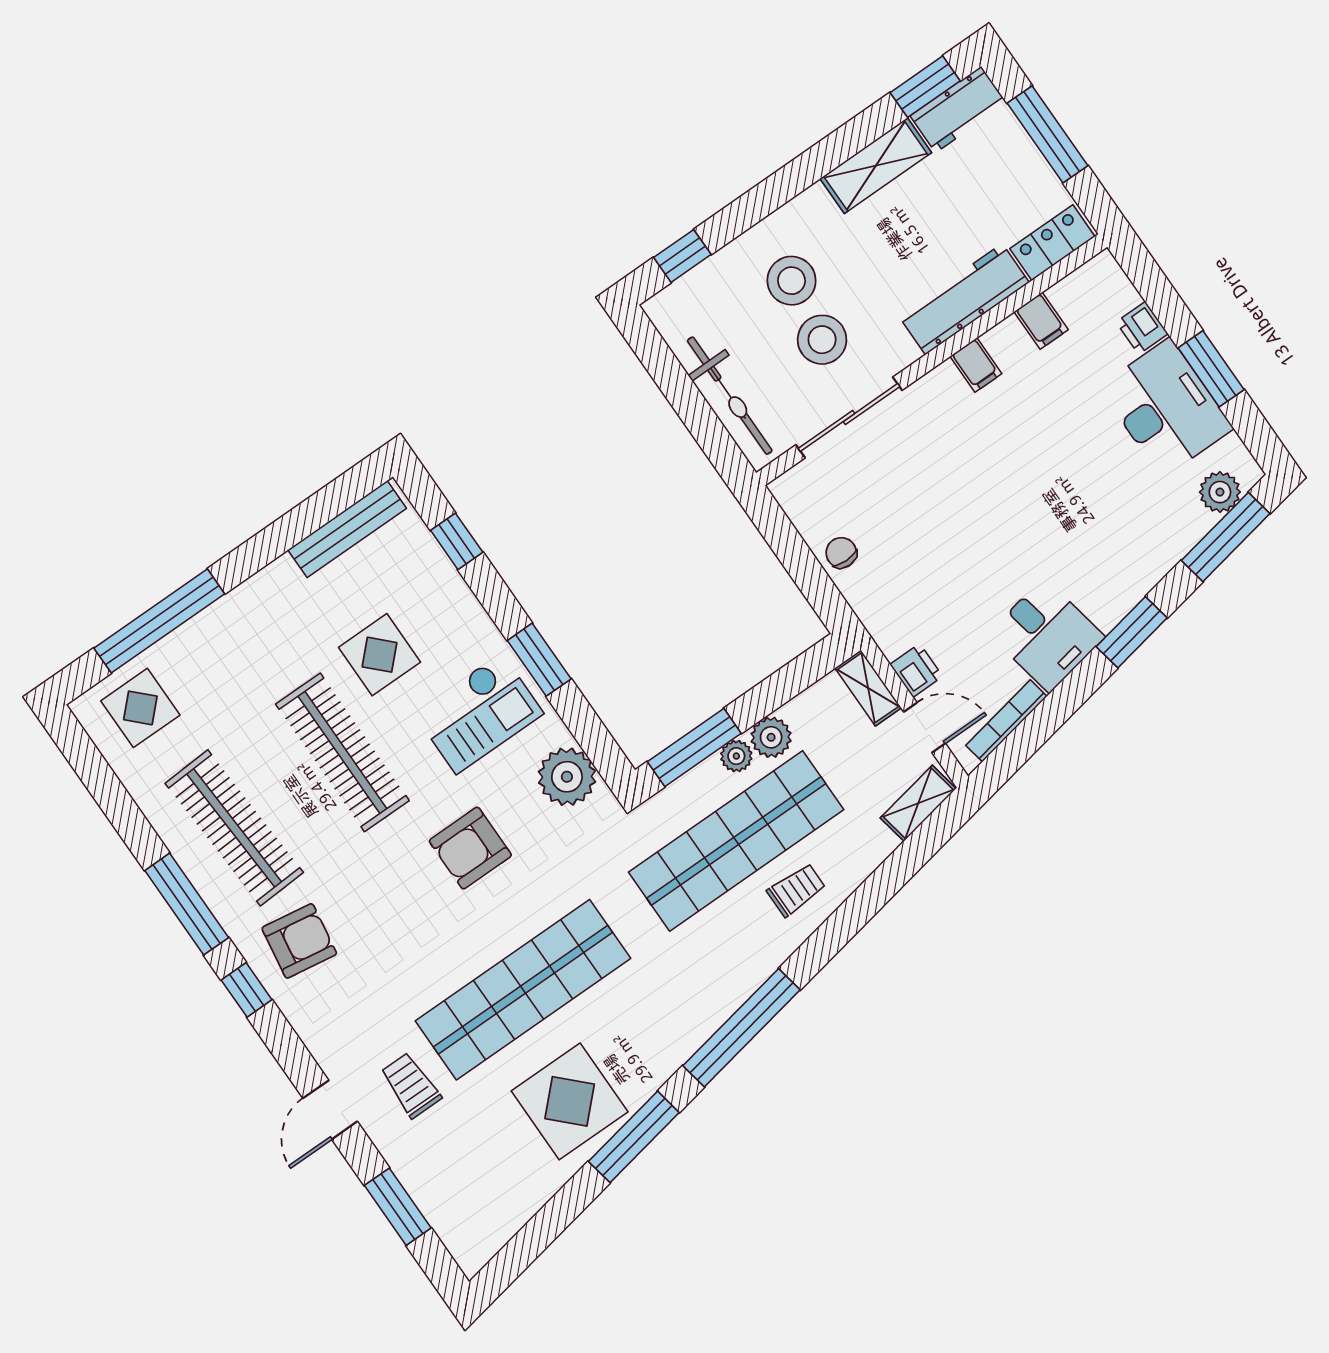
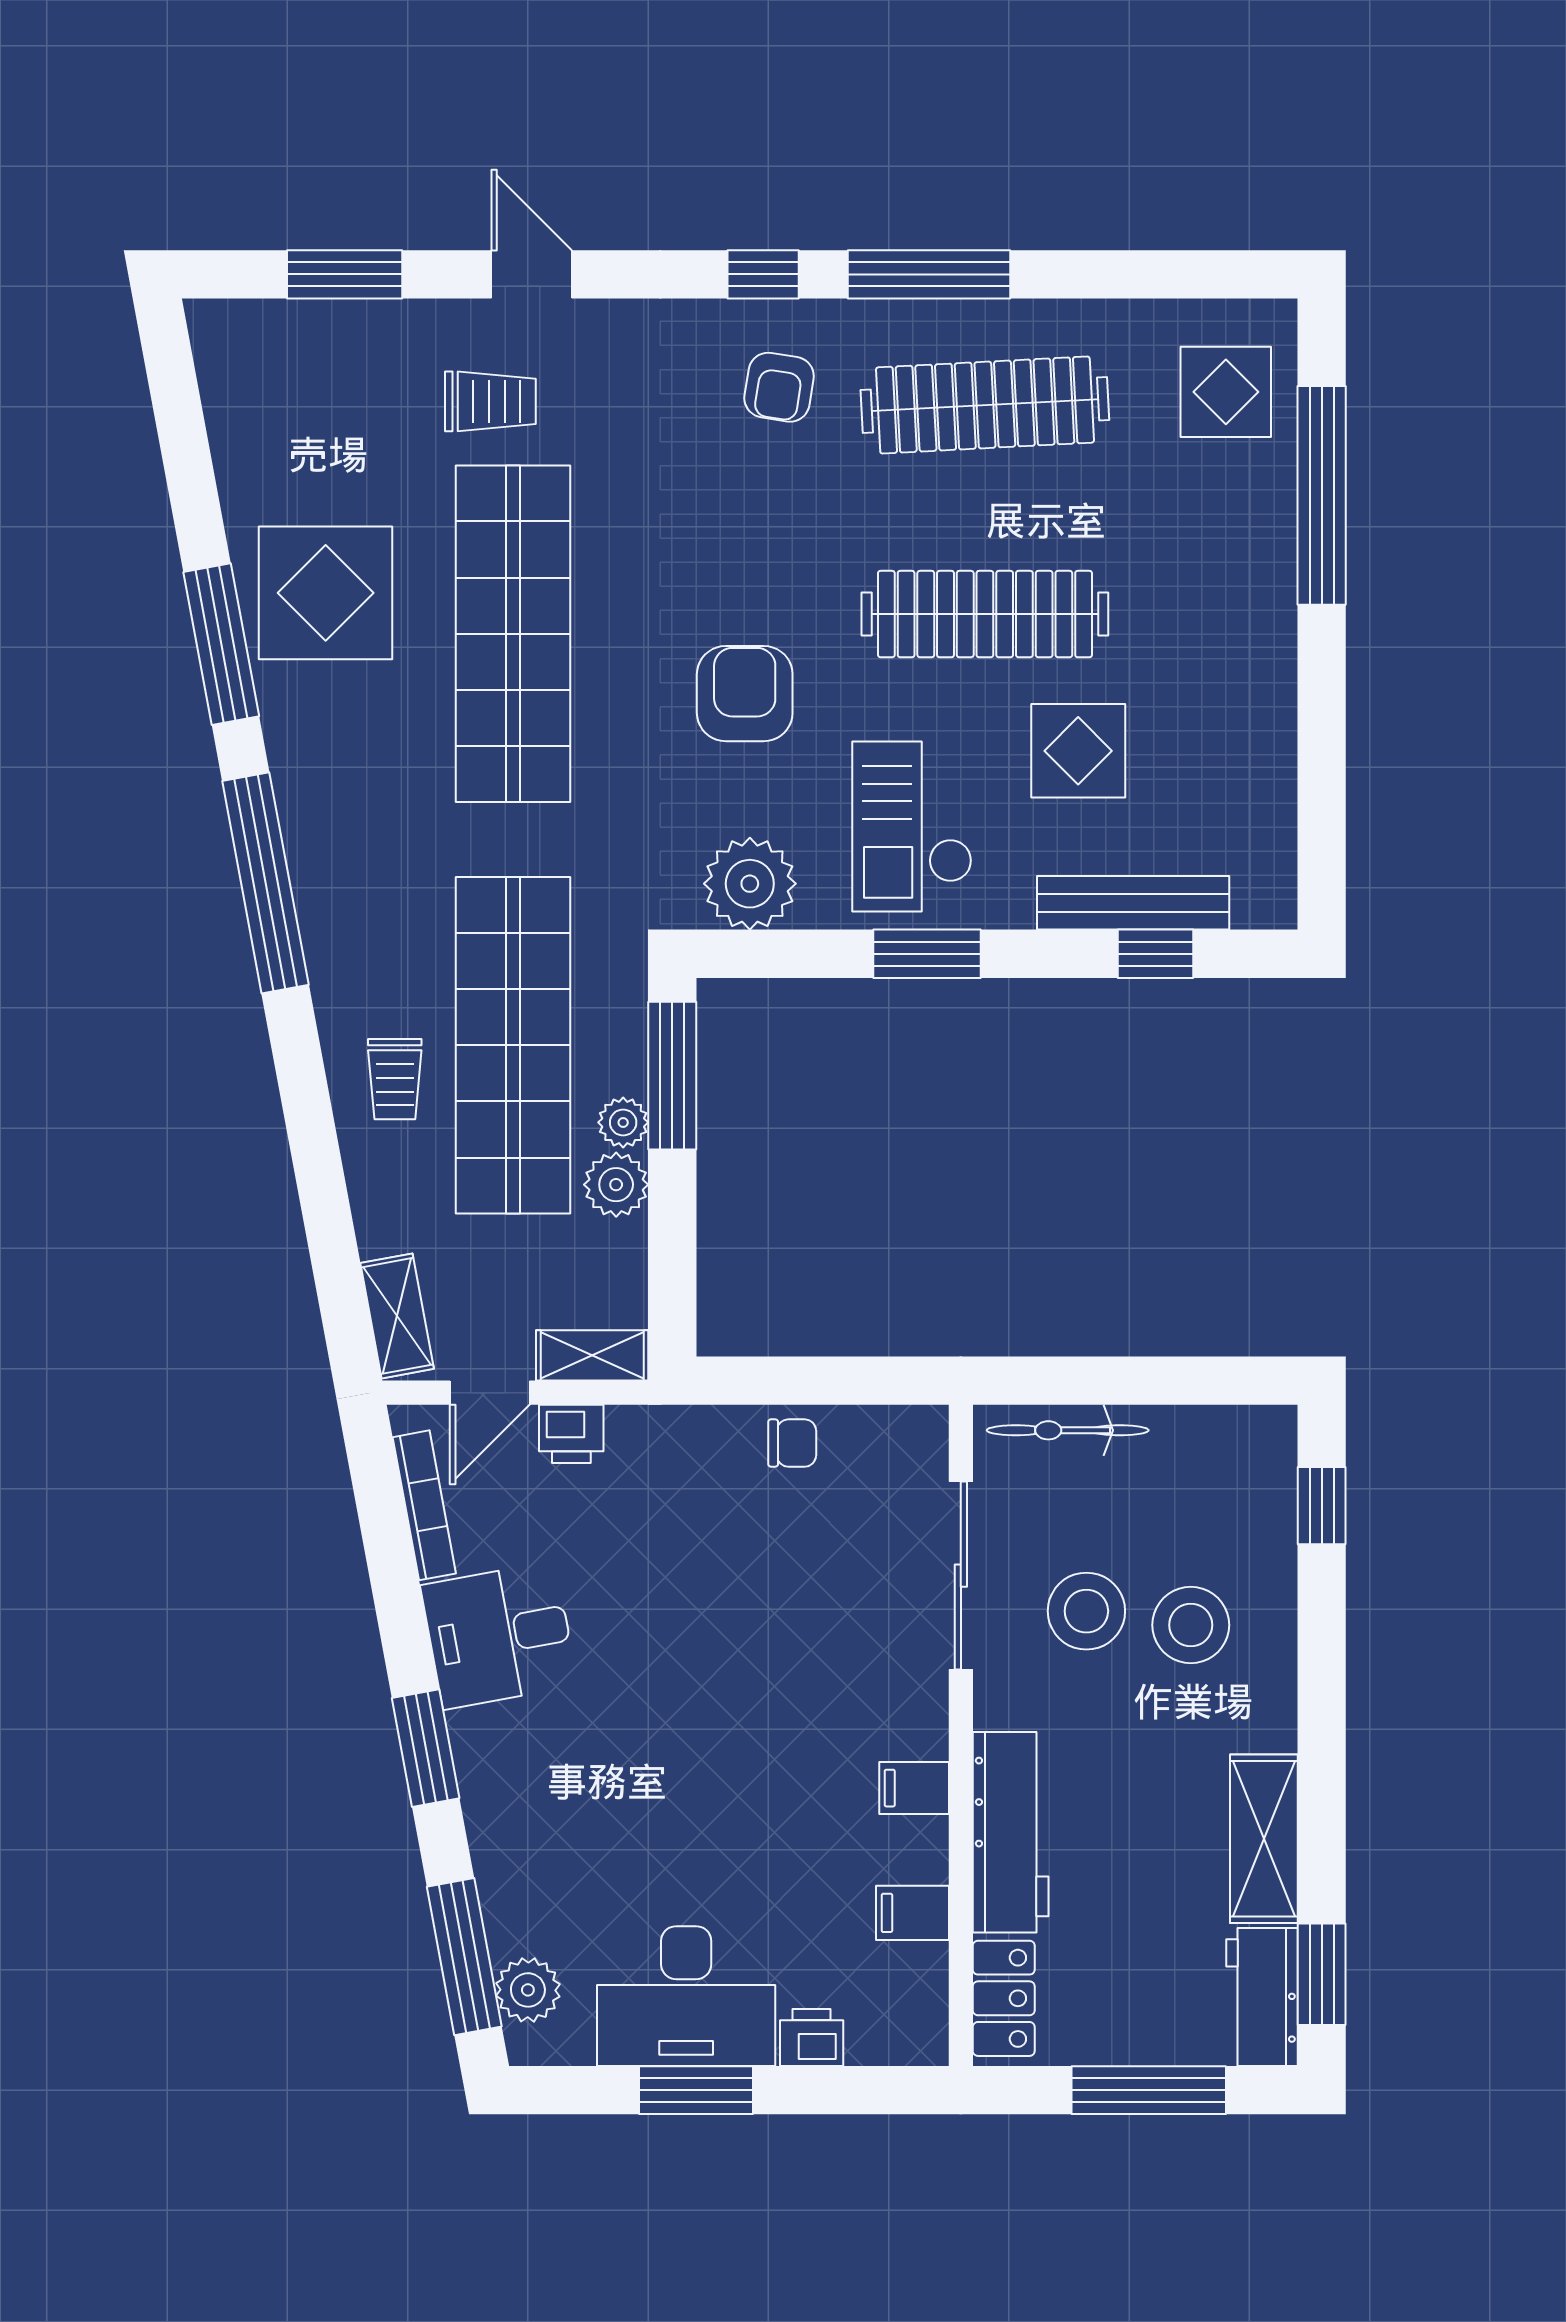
bicycle: (730, 396) -> (1068, 1430), width x0.73, depth x0.71
bench: (347, 529) -> (1133, 903), moved, turned 90
armchair: (299, 941) -> (779, 387), width x0.72, depth x0.72

